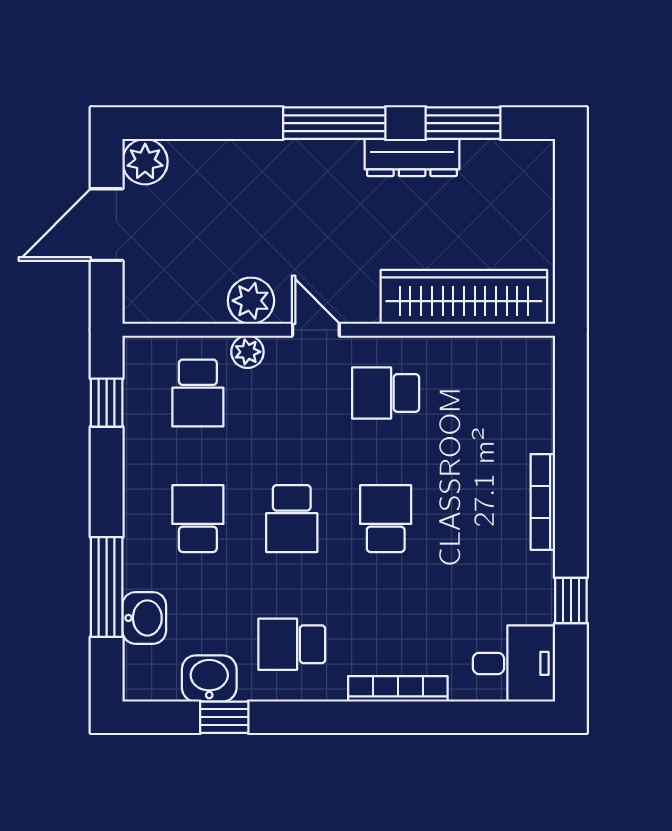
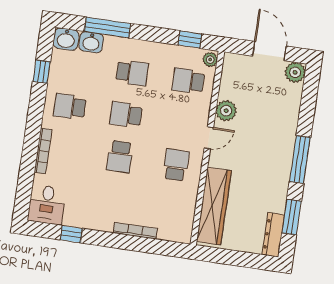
dresser: (412, 157) -> (273, 235), moved
plant: (247, 352) -> (210, 60), moved
bookcase: (543, 502) -> (135, 231), moved
school desk: (386, 519) -> (120, 157), turned 90
school desk: (292, 644) -> (70, 107), turned -90
washbasin: (209, 678) -> (66, 39), moved, turned 90

